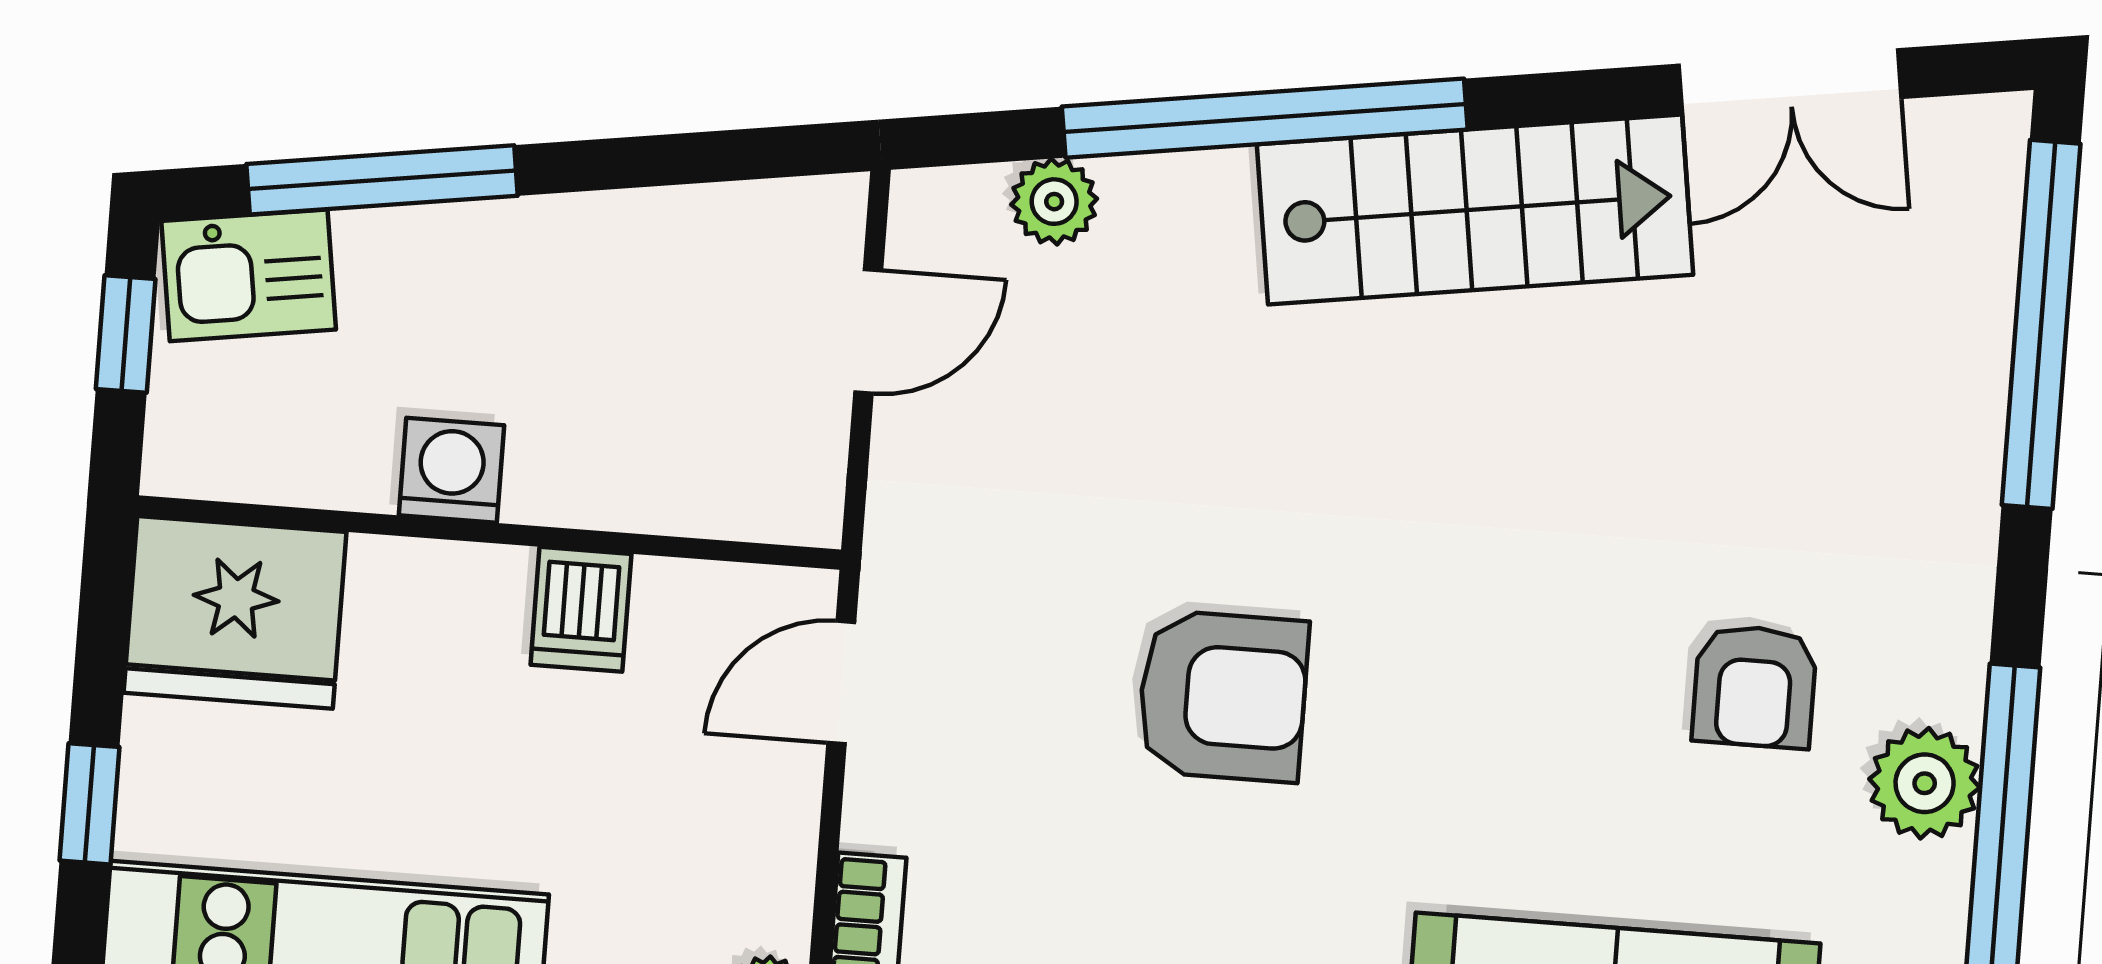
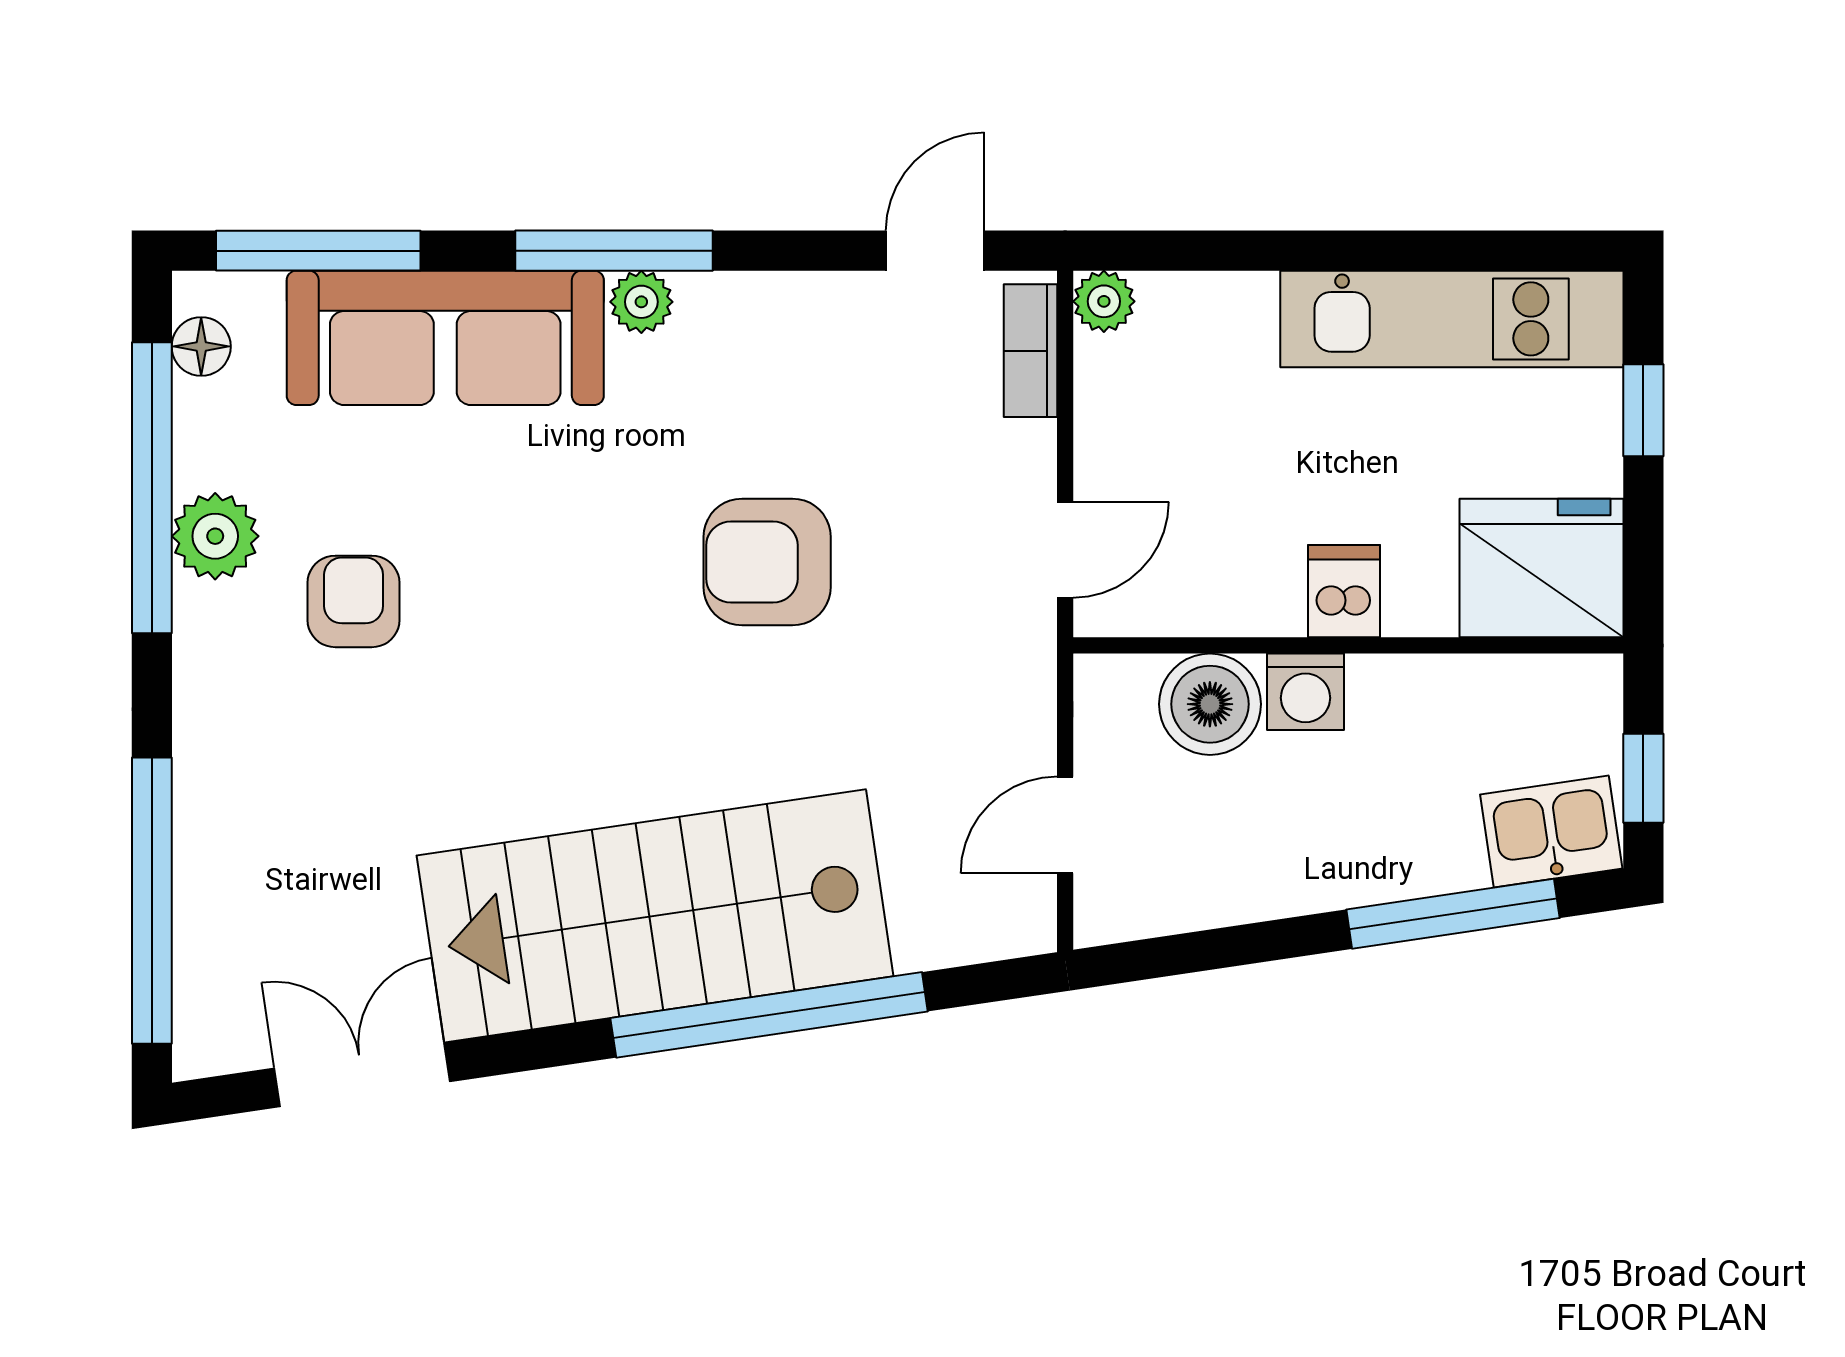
plant: (1054, 202) -> (928, 937), removed
stairs: (1475, 210) -> (655, 916), width x1.36, depth x1.51
washing machine: (451, 470) -> (1306, 692), moved
boiler: (672, 471) -> (1210, 704), added
dishwasher: (581, 609) -> (1344, 591), moved

